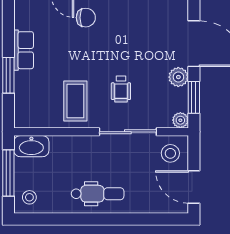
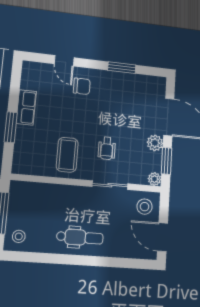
sliding door: (128, 132) -> (110, 185), width x0.73
washbasin: (31, 146) -> (25, 191), removed

